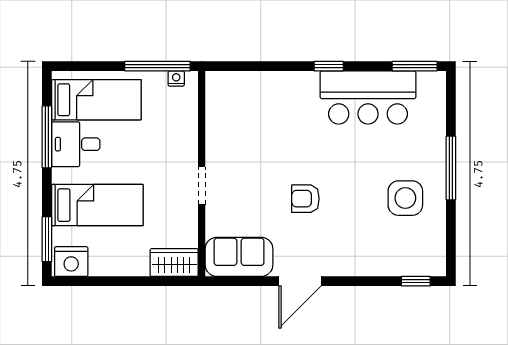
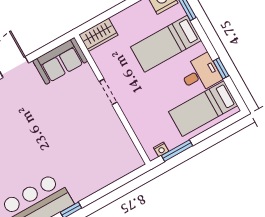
window: (157, 66) -> (177, 151), width x0.69
window: (47, 137) -> (221, 68), width x0.46
armchair: (305, 199) -> (39, 120), removed

